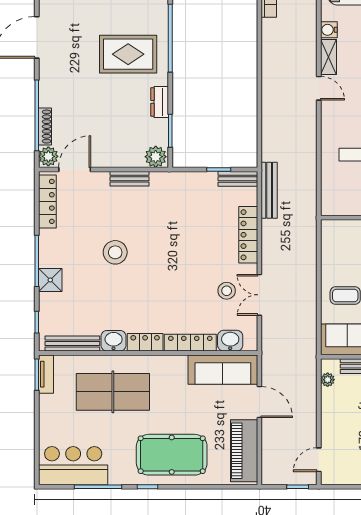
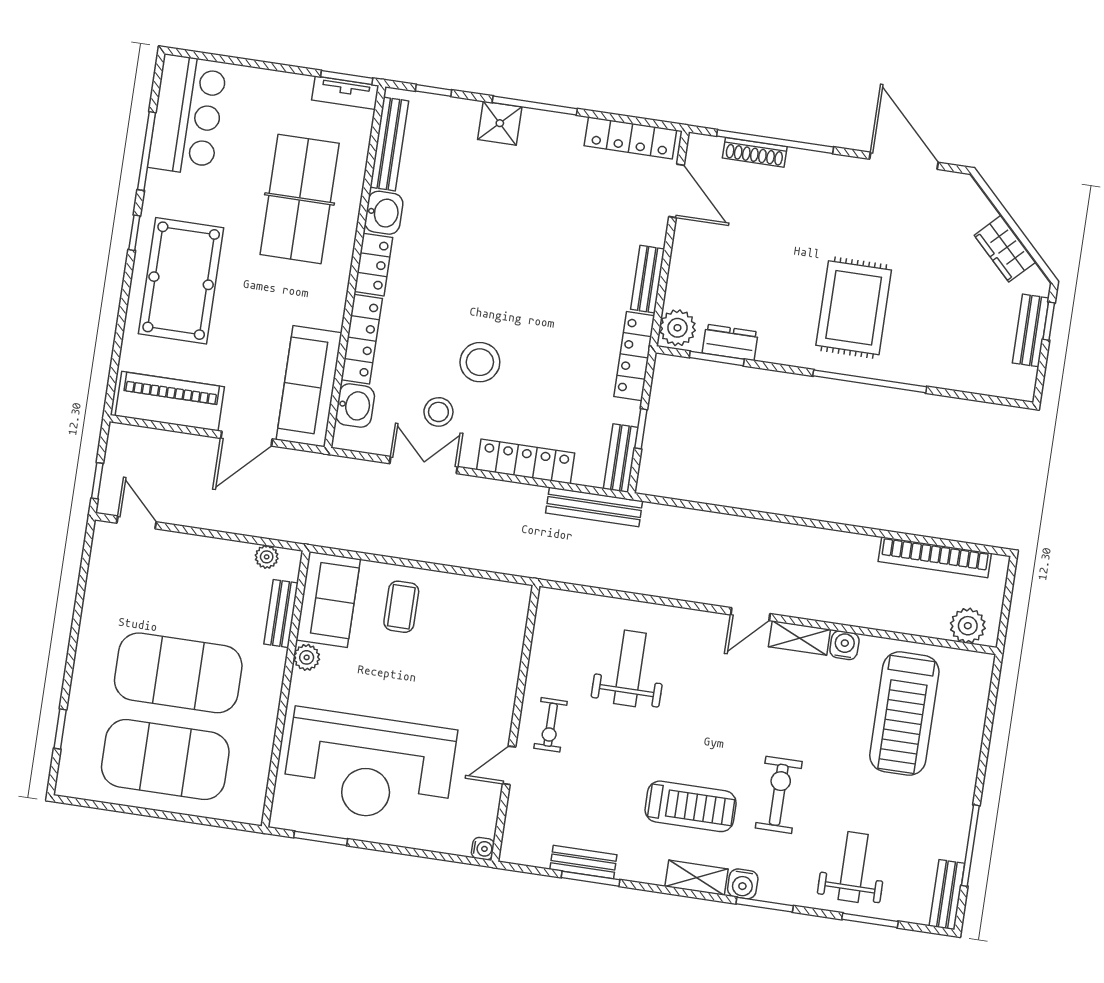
dresser: (160, 102) -> (730, 342), moved
plant: (48, 156) -> (705, 151), removed
locker: (176, 180) -> (634, 356), added
stool: (115, 252) -> (480, 362), moved

